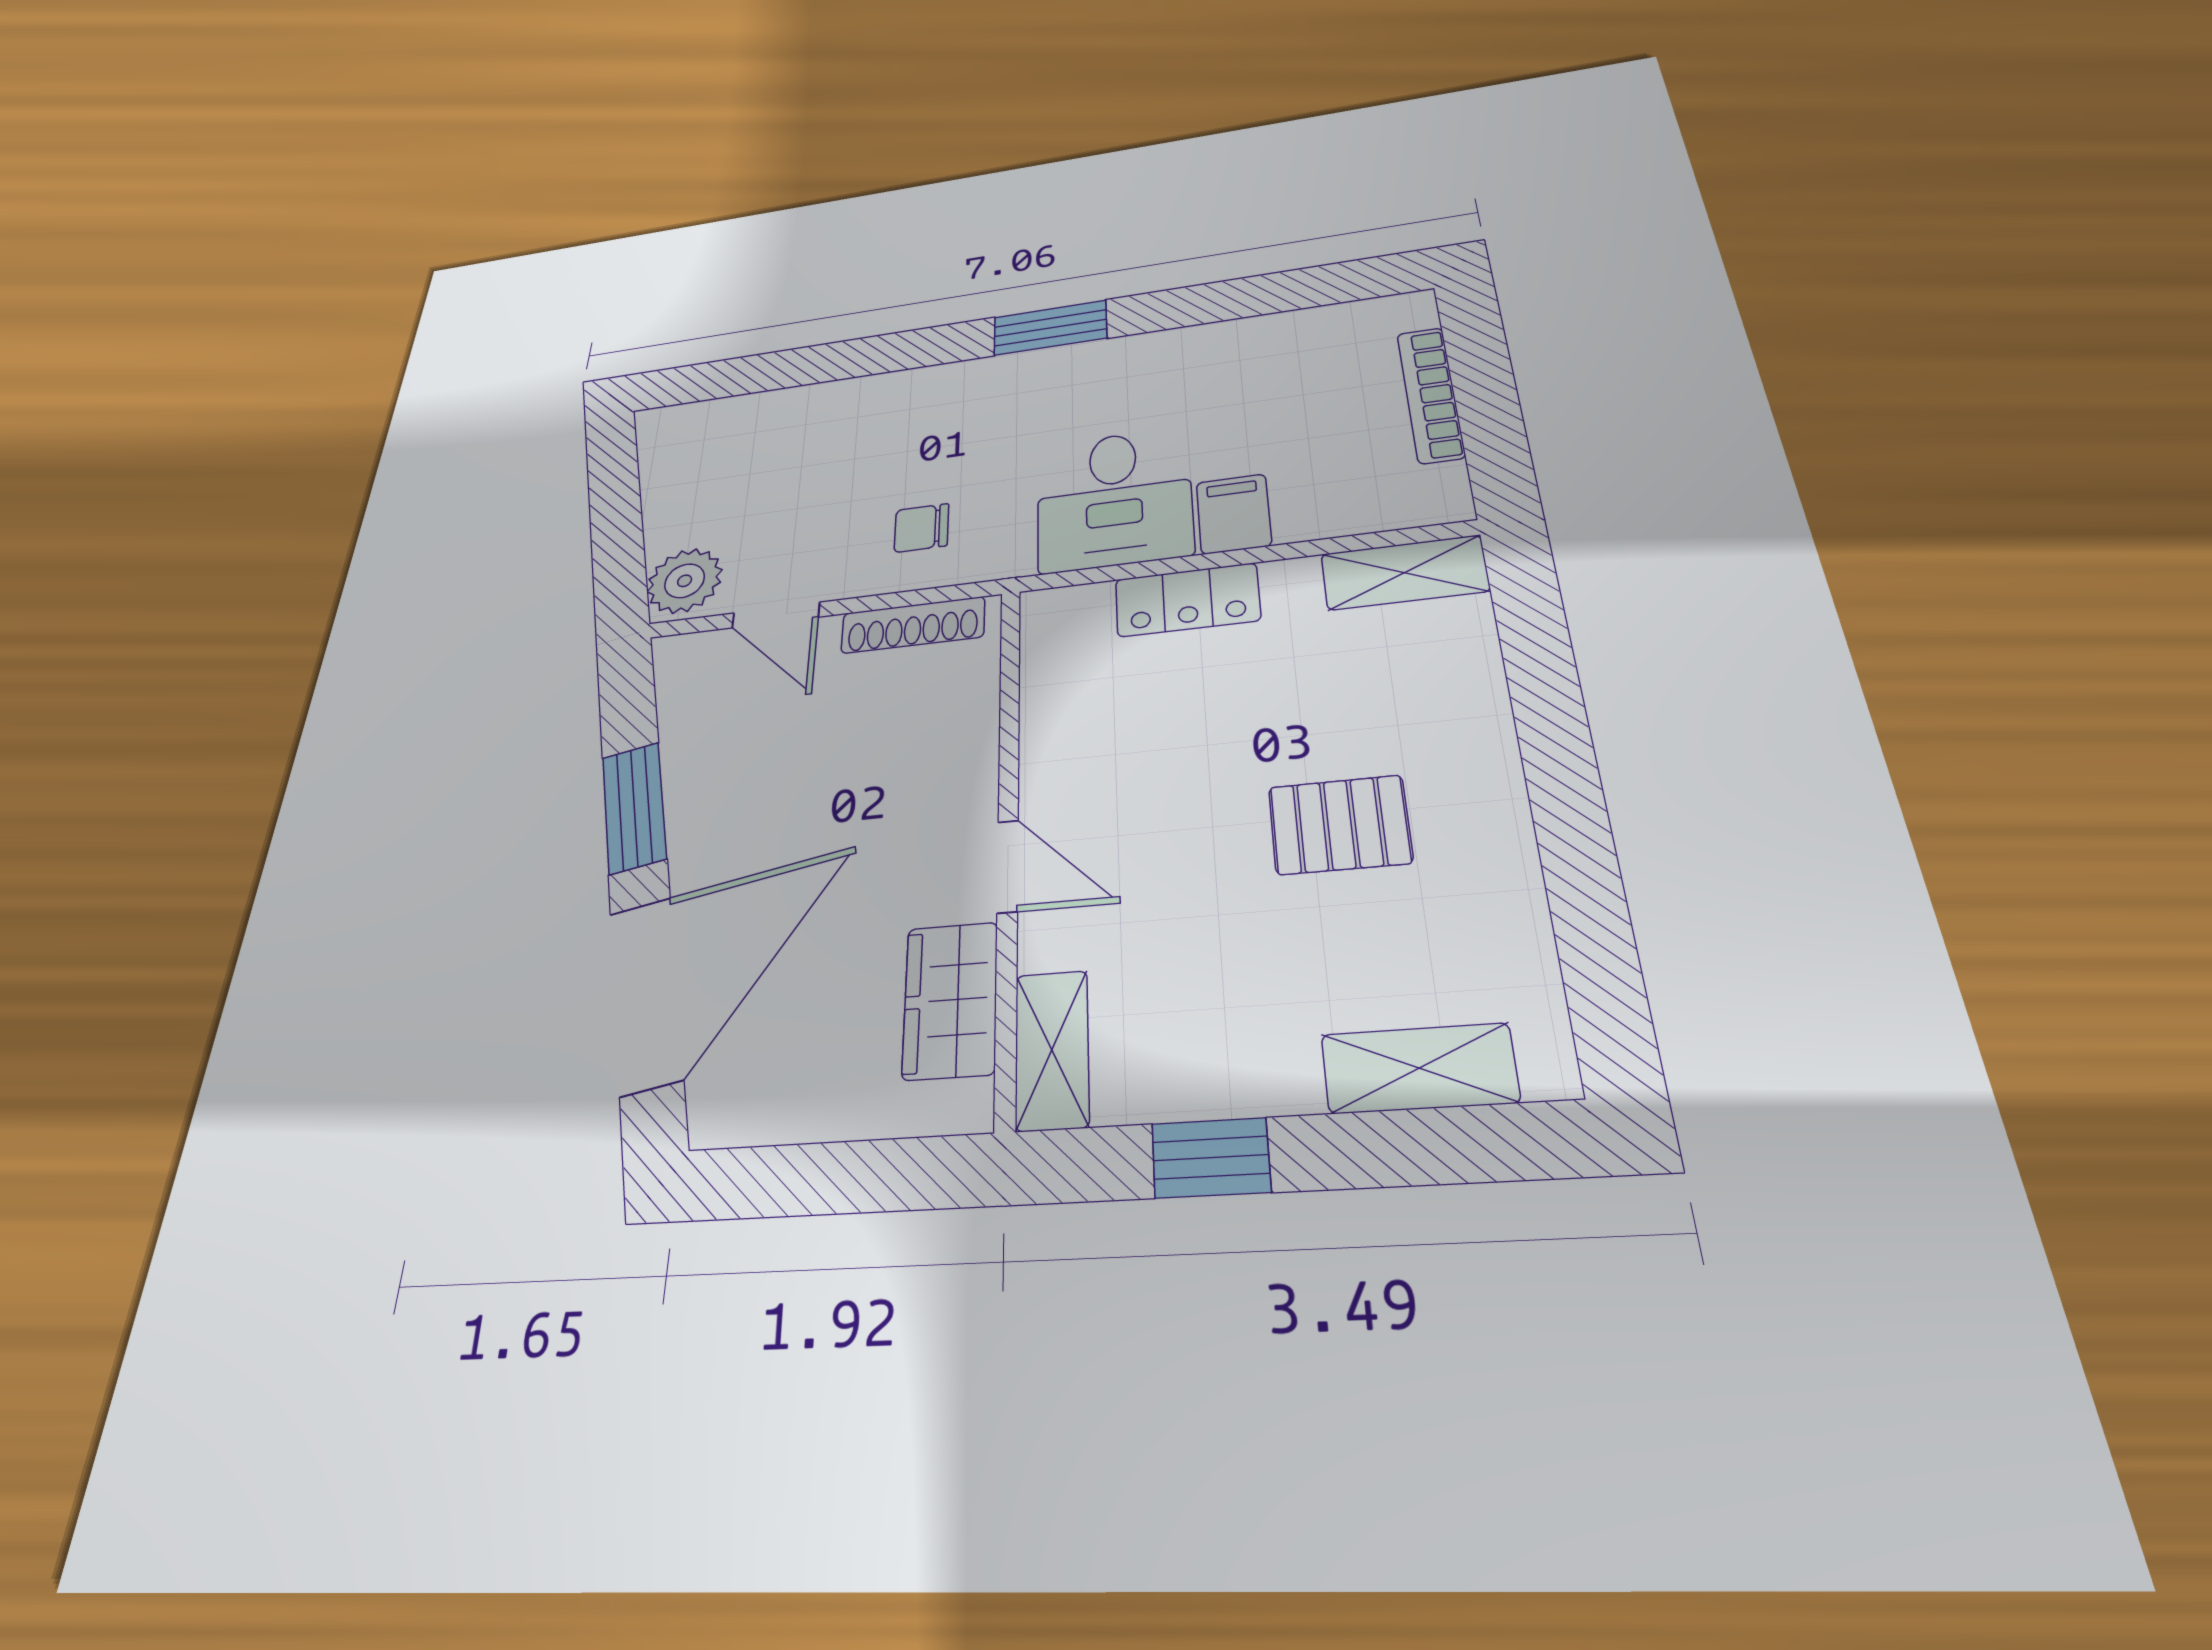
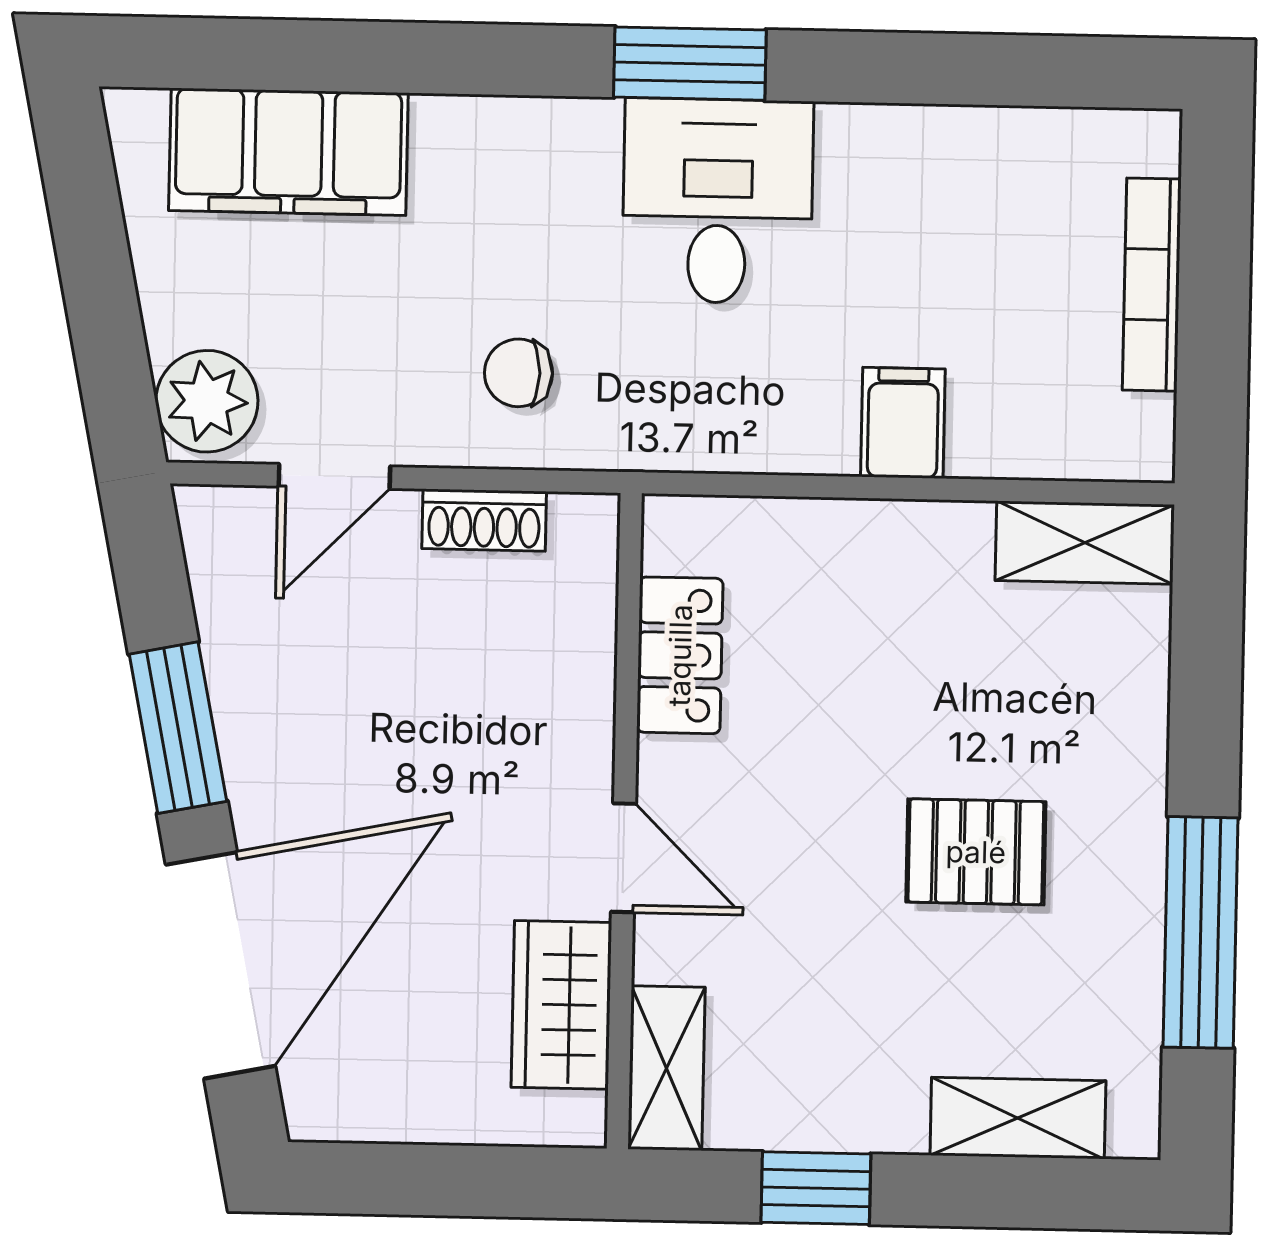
filing cabinet: (759, 425) -> (288, 152), added
desk: (1114, 499) -> (718, 201), moved, turned 180
locker: (1187, 600) -> (680, 655), moved, turned -90
door: (776, 615) -> (334, 476), hinge flipped
shoe rack: (913, 625) -> (484, 520), width x0.70
window: (1581, 871) -> (1201, 932), added

